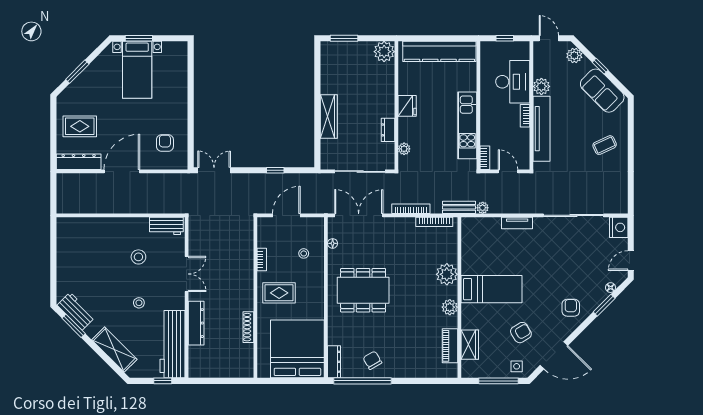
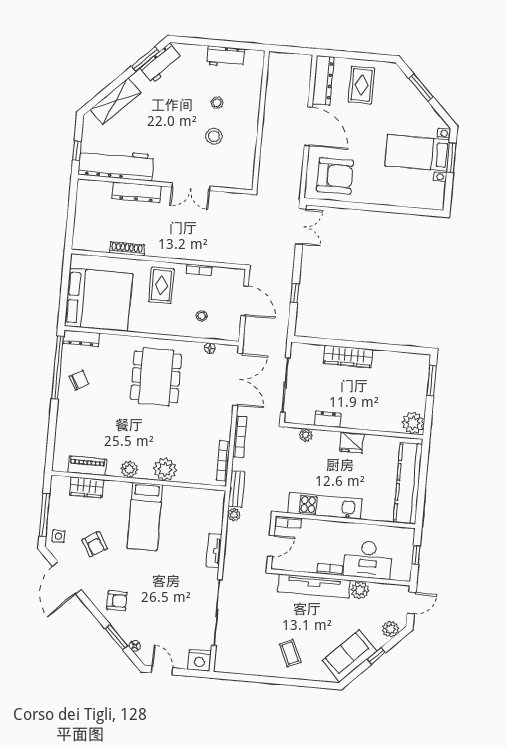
armchair: (165, 143) -> (335, 176), width x1.88, depth x1.88
workbench: (166, 226) -> (226, 57), moved, turned -90
stool: (139, 303) -> (217, 103), moved

